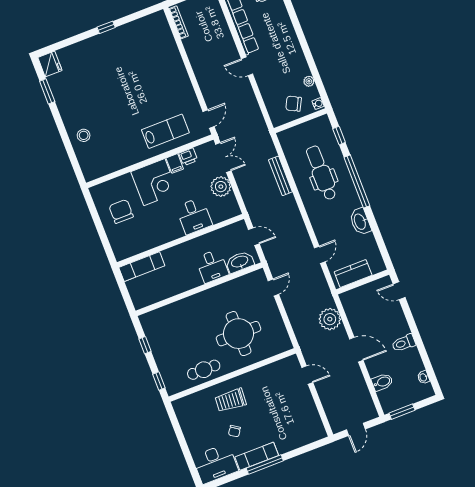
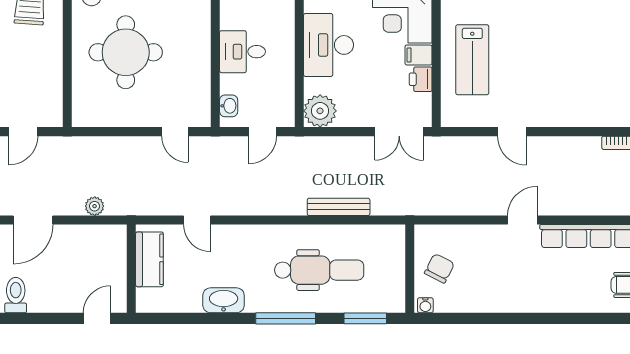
plant: (309, 81) -> (464, 304), removed
door: (209, 119) -> (512, 132), moved
window: (339, 135) -> (365, 318), width x1.50
window: (357, 182) -> (286, 318), width x0.68
plant: (221, 187) -> (320, 111), moved
desk: (194, 216) -> (329, 45), width x1.37
washbasin: (240, 262) -> (229, 106), width x0.52, depth x0.69
plant: (330, 319) -> (95, 206), width x0.53, depth x0.53

